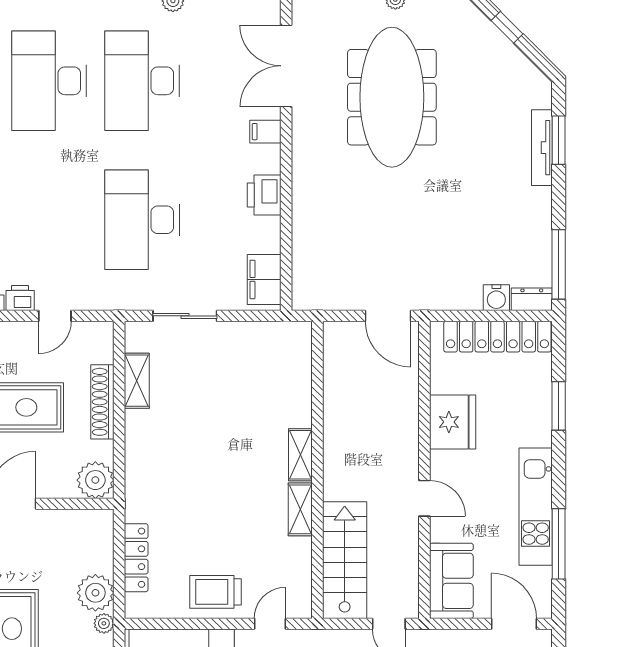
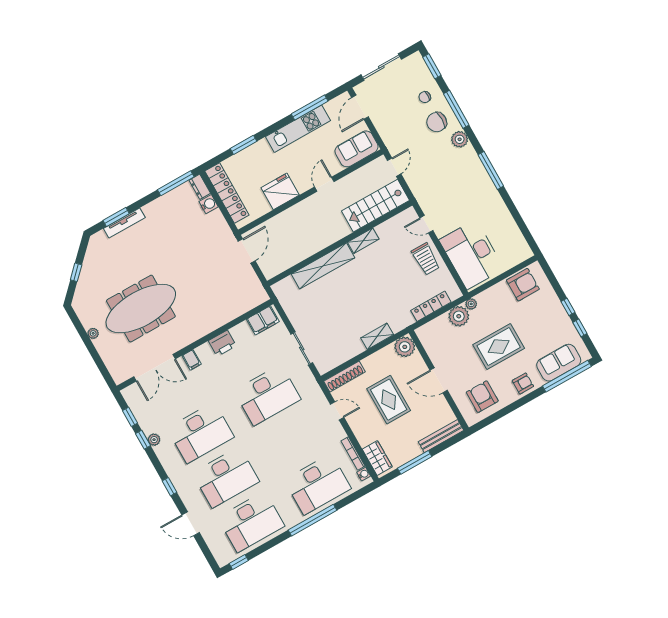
printer: (20, 298) -> (338, 432), removed
shelving: (137, 381) -> (377, 336), moved
shoe rack: (102, 402) -> (345, 376), moved
shelving: (300, 455) -> (323, 266), width x2.20, depth x1.33

